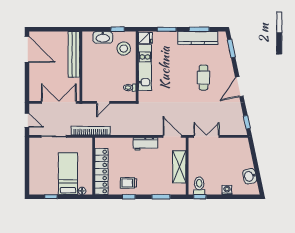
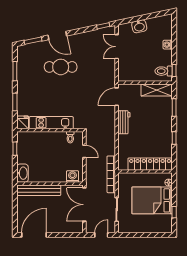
washbasin: (103, 37) -> (22, 173), moved
kitchen counter: (198, 38) -> (23, 72), removed
stool: (124, 49) -> (33, 143), removed
cafe table: (204, 78) -> (61, 67), width x1.37, depth x1.35
door: (239, 87) -> (57, 35), moved
washing machine: (88, 90) -> (72, 177), added
door: (103, 102) -> (84, 151), moved
double door: (206, 136) -> (117, 47), moved
shelving: (179, 167) -> (157, 90), moved
bed: (68, 174) -> (152, 200), width x1.50
washbasin: (250, 176) -> (139, 26), moved
trolley: (128, 183) -> (161, 138), removed

